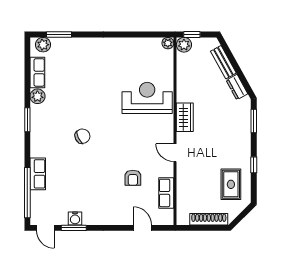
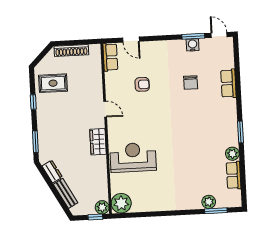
plant: (168, 43) -> (121, 203), width x1.88, depth x1.88
plant: (43, 45) -> (209, 202), moved
reception desk: (147, 98) -> (133, 157), turned 180
chair: (82, 136) -> (191, 83), moved, turned -64
armchair: (133, 178) -> (142, 84), turned 90
rug: (231, 184) -> (53, 83), turned 90
window: (27, 193) -> (237, 66), removed
row of seats: (166, 193) -> (110, 57), moved

